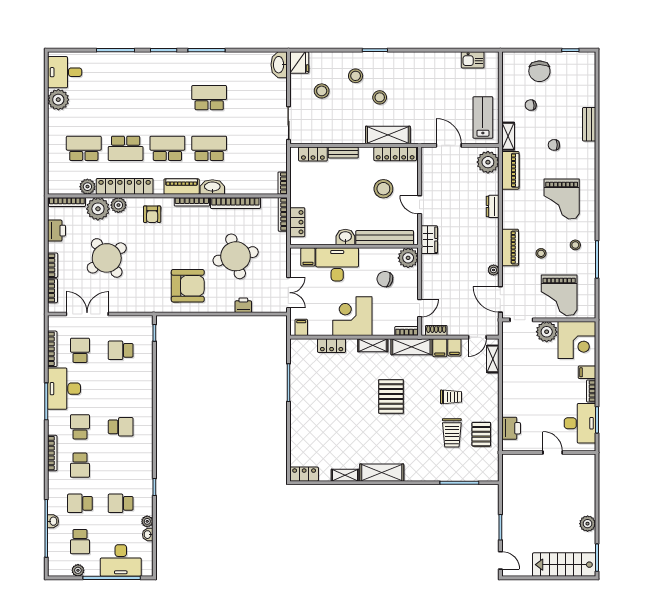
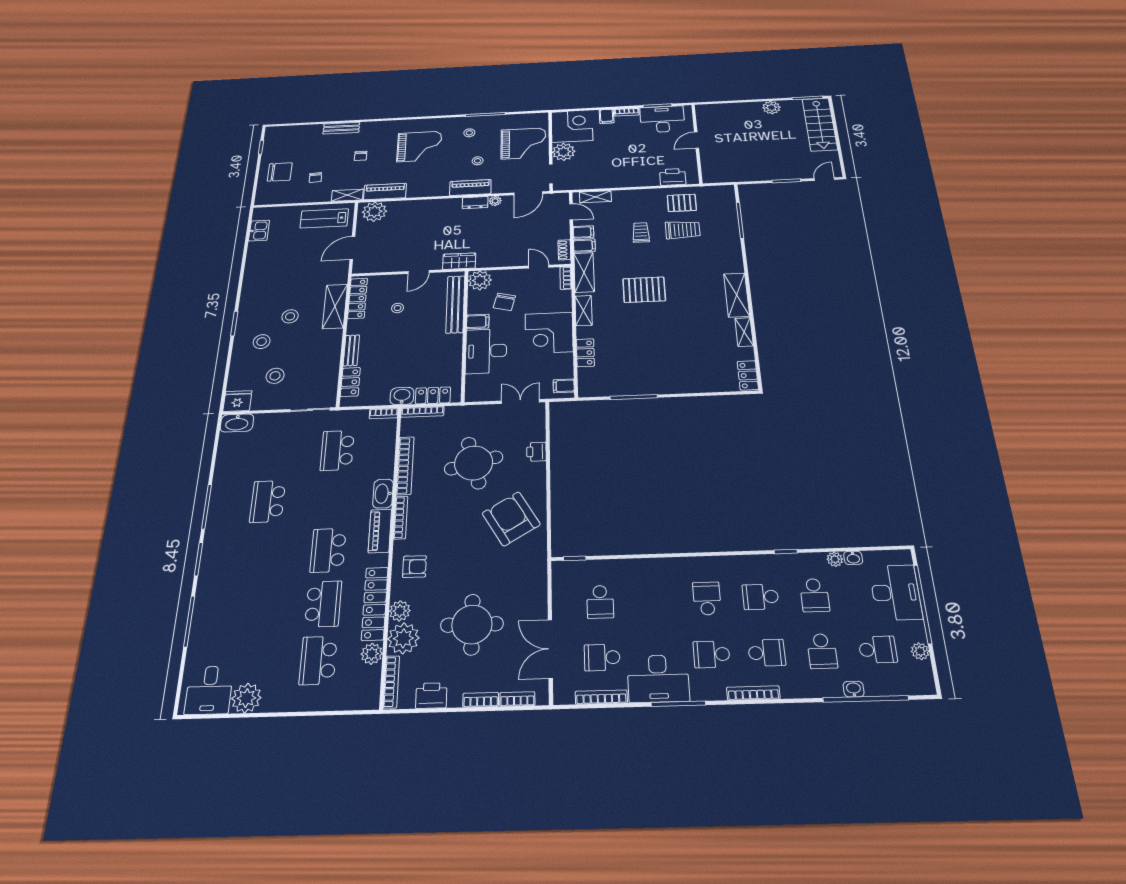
school desk: (209, 148) -> (337, 450), moved
stool: (383, 189) -> (398, 308), width x0.53, depth x0.53
dresser: (493, 206) -> (475, 203), moved
washbasin: (345, 237) -> (402, 396), moved, turned 90
filing cabinet: (308, 257) -> (478, 321), moved
round table: (107, 258) -> (472, 624), turned 35
armchair: (188, 286) -> (511, 519), turned -31
school desk: (121, 465) -> (761, 597), added

